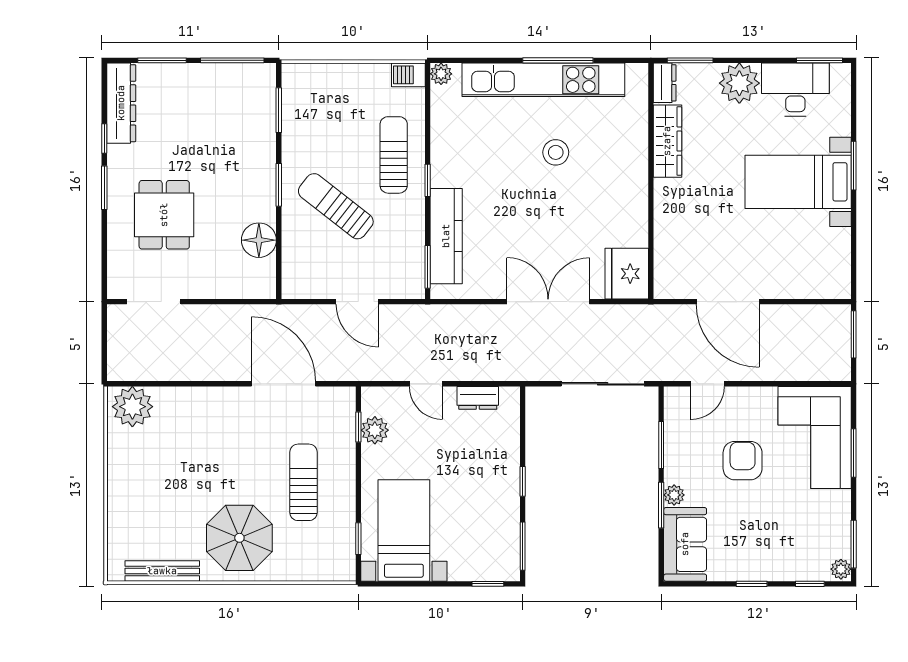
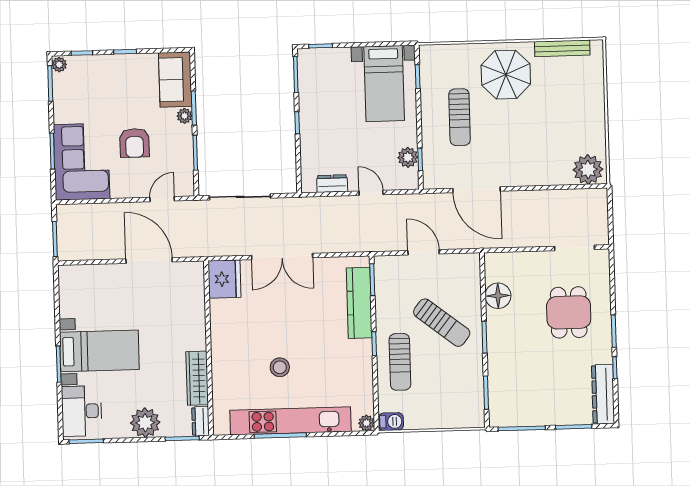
desk: (795, 89) -> (82, 411), moved, turned 90

